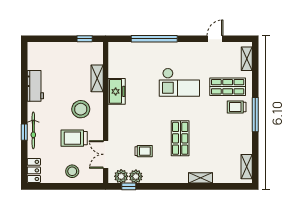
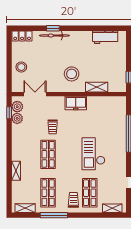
workbench: (35, 86) -> (105, 37), moved
freezer: (117, 91) -> (76, 103), moved
window: (255, 115) -> (54, 215), moved
trolley: (74, 138) -> (48, 69), removed
shop shelf: (180, 138) -> (48, 154), turned 90
shop shelf: (228, 138) -> (48, 193), added
trolley: (144, 151) -> (53, 127), moved

